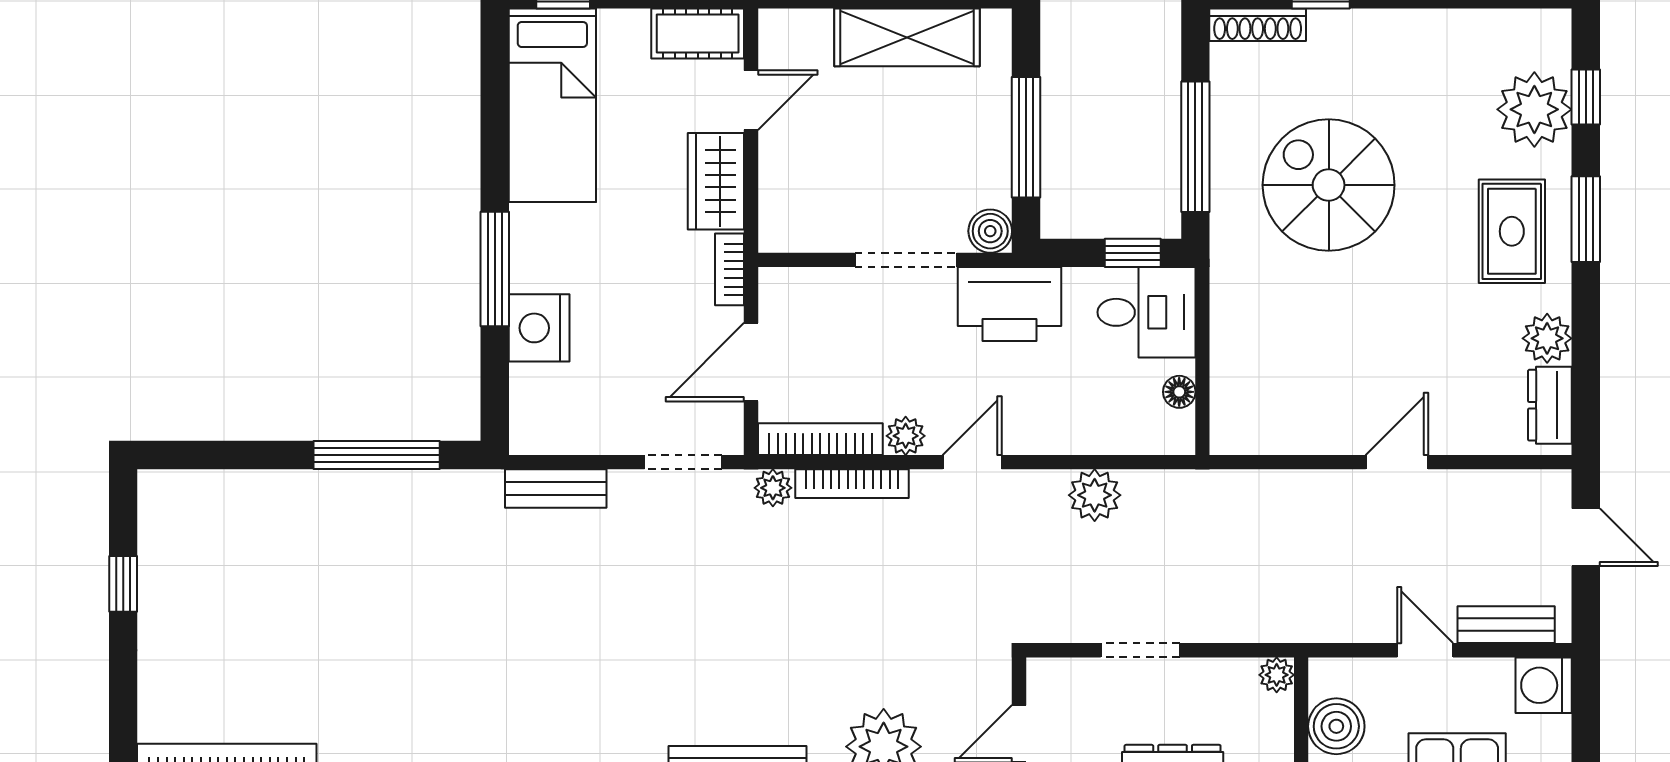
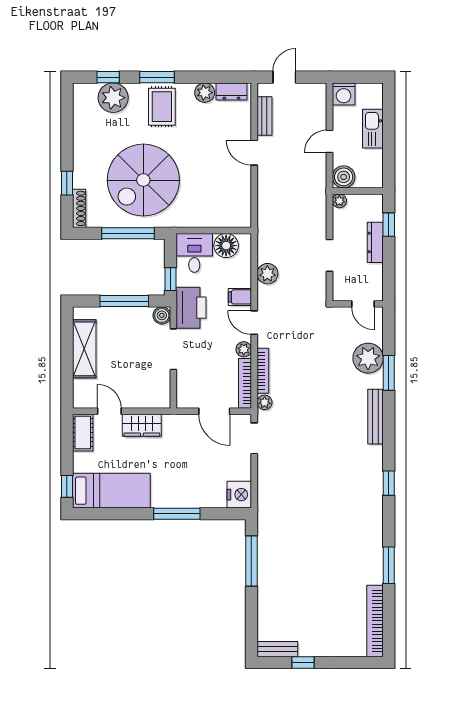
spiral stairs: (1329, 185) -> (143, 180), width x1.37, depth x1.37
rug: (1512, 231) -> (162, 107), turned 90
window: (1133, 253) -> (171, 279), moved
bookcase: (729, 269) -> (177, 420), removed
nightstand: (539, 328) -> (239, 495), moved, turned -90
floor lamp: (1179, 392) -> (226, 246), width x1.89, depth x1.89
filing cabinet: (1036, 426) -> (240, 297), added
bench: (556, 488) -> (277, 649), moved, turned 90
bench: (1506, 625) -> (264, 116), moved
boiler: (1336, 726) -> (344, 177), moved

